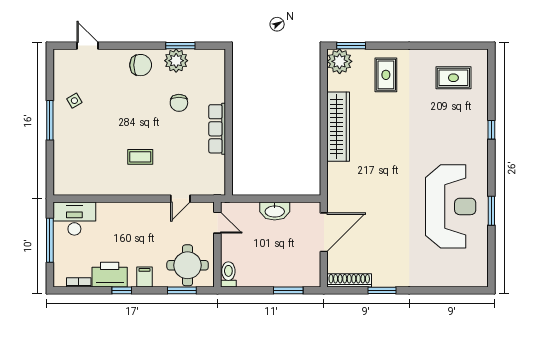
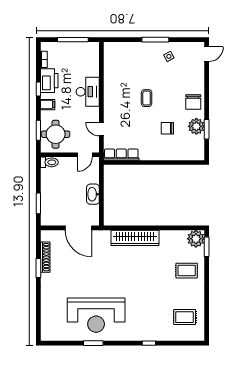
door: (87, 46) -> (207, 54), moved
rug: (453, 78) -> (185, 317), turned 90
wardrobe: (338, 127) -> (135, 238), moved
row of seats: (217, 129) -> (121, 155), moved
coffee table: (140, 157) -> (147, 98), moved
desk: (74, 219) -> (88, 92), moved
shoe rack: (349, 280) -> (45, 257), moved

